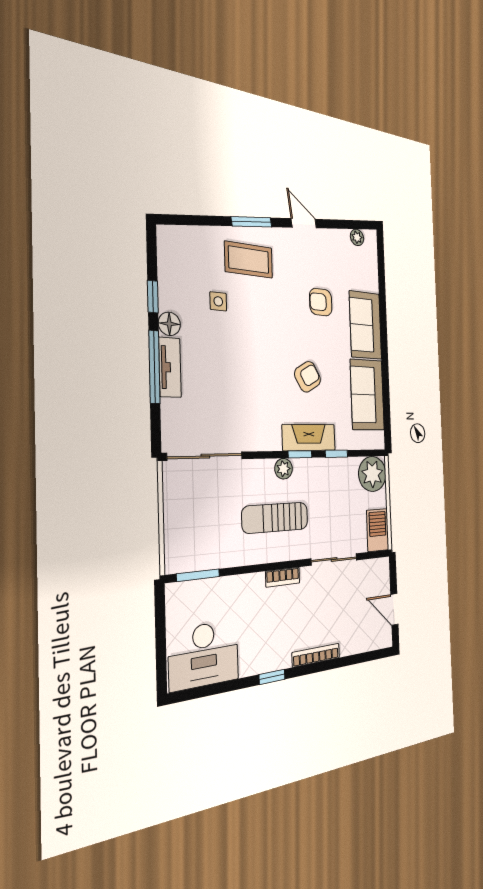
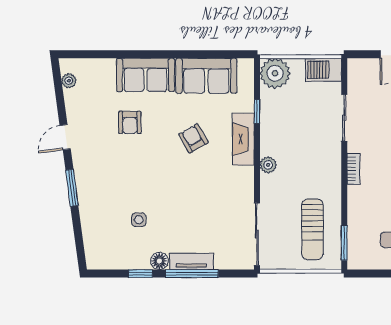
coffee table: (249, 260) -> (103, 192), removed
window: (300, 454) -> (257, 149), removed
sun lounger: (275, 518) -> (312, 229), moved

